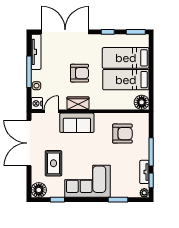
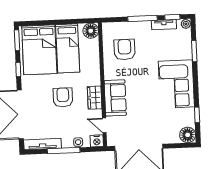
bed: (126, 58) -> (39, 50), width x1.50
rug: (53, 163) -> (159, 121), removed

